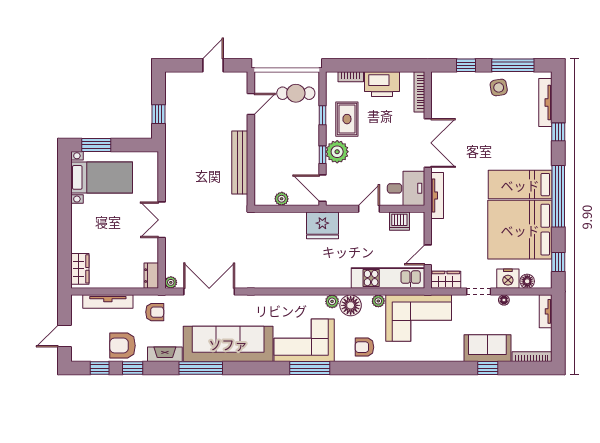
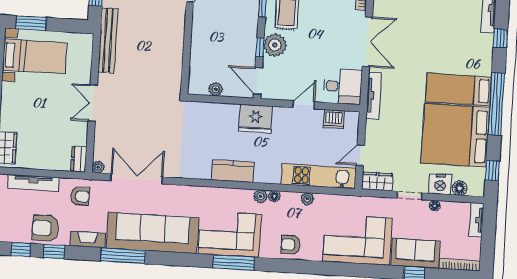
bench: (240, 163) -> (108, 40), moved
kitchen counter: (303, 278) -> (233, 171), added
floor lamp: (351, 305) -> (274, 196), width x0.53, depth x0.53
corner sofa: (419, 318) -> (358, 240), moved, turned 180

